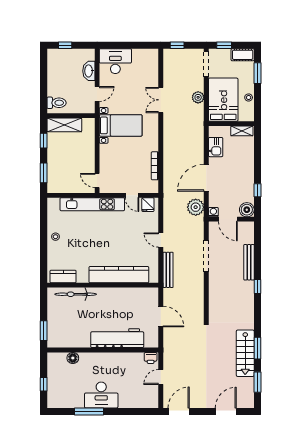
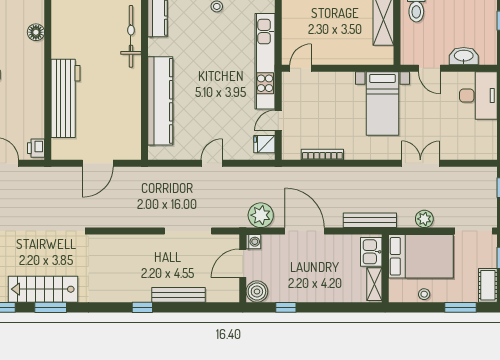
kitchen sink: (216, 147) -> (371, 252), moved, turned 90
bench: (168, 270) -> (370, 220), moved

